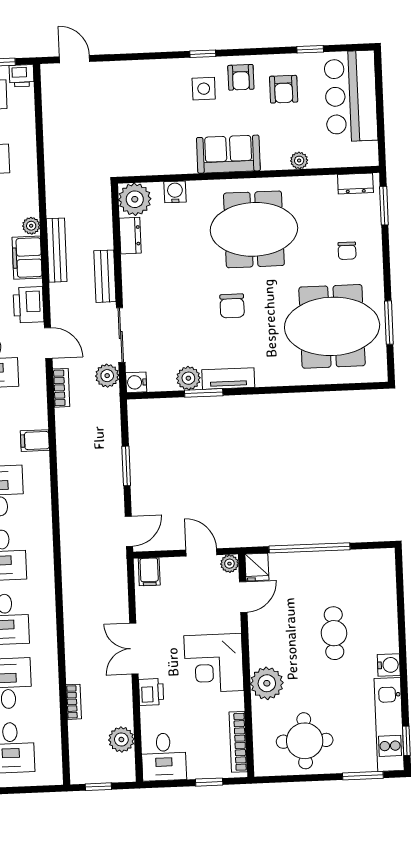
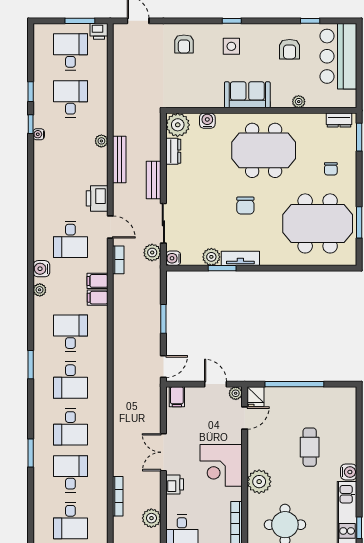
armchair: (241, 77) -> (184, 44), moved
filing cabinet: (27, 258) -> (97, 281), moved, width x0.50
bookcase: (74, 702) -> (118, 496), width x1.56

